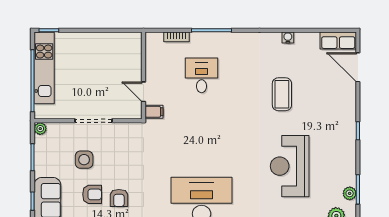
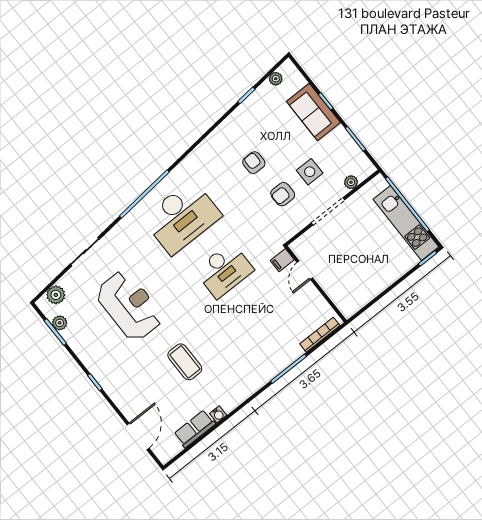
bookcase: (177, 37) -> (320, 335), width x1.56
row of seats: (338, 41) -> (195, 429), moved
door: (358, 67) -> (138, 436), hinge flipped
desk: (202, 75) -> (224, 270), moved, width x1.37
door: (144, 92) -> (305, 270), swing flipped
plant: (40, 129) -> (351, 182), moved
armchair: (92, 194) -> (283, 194), moved

